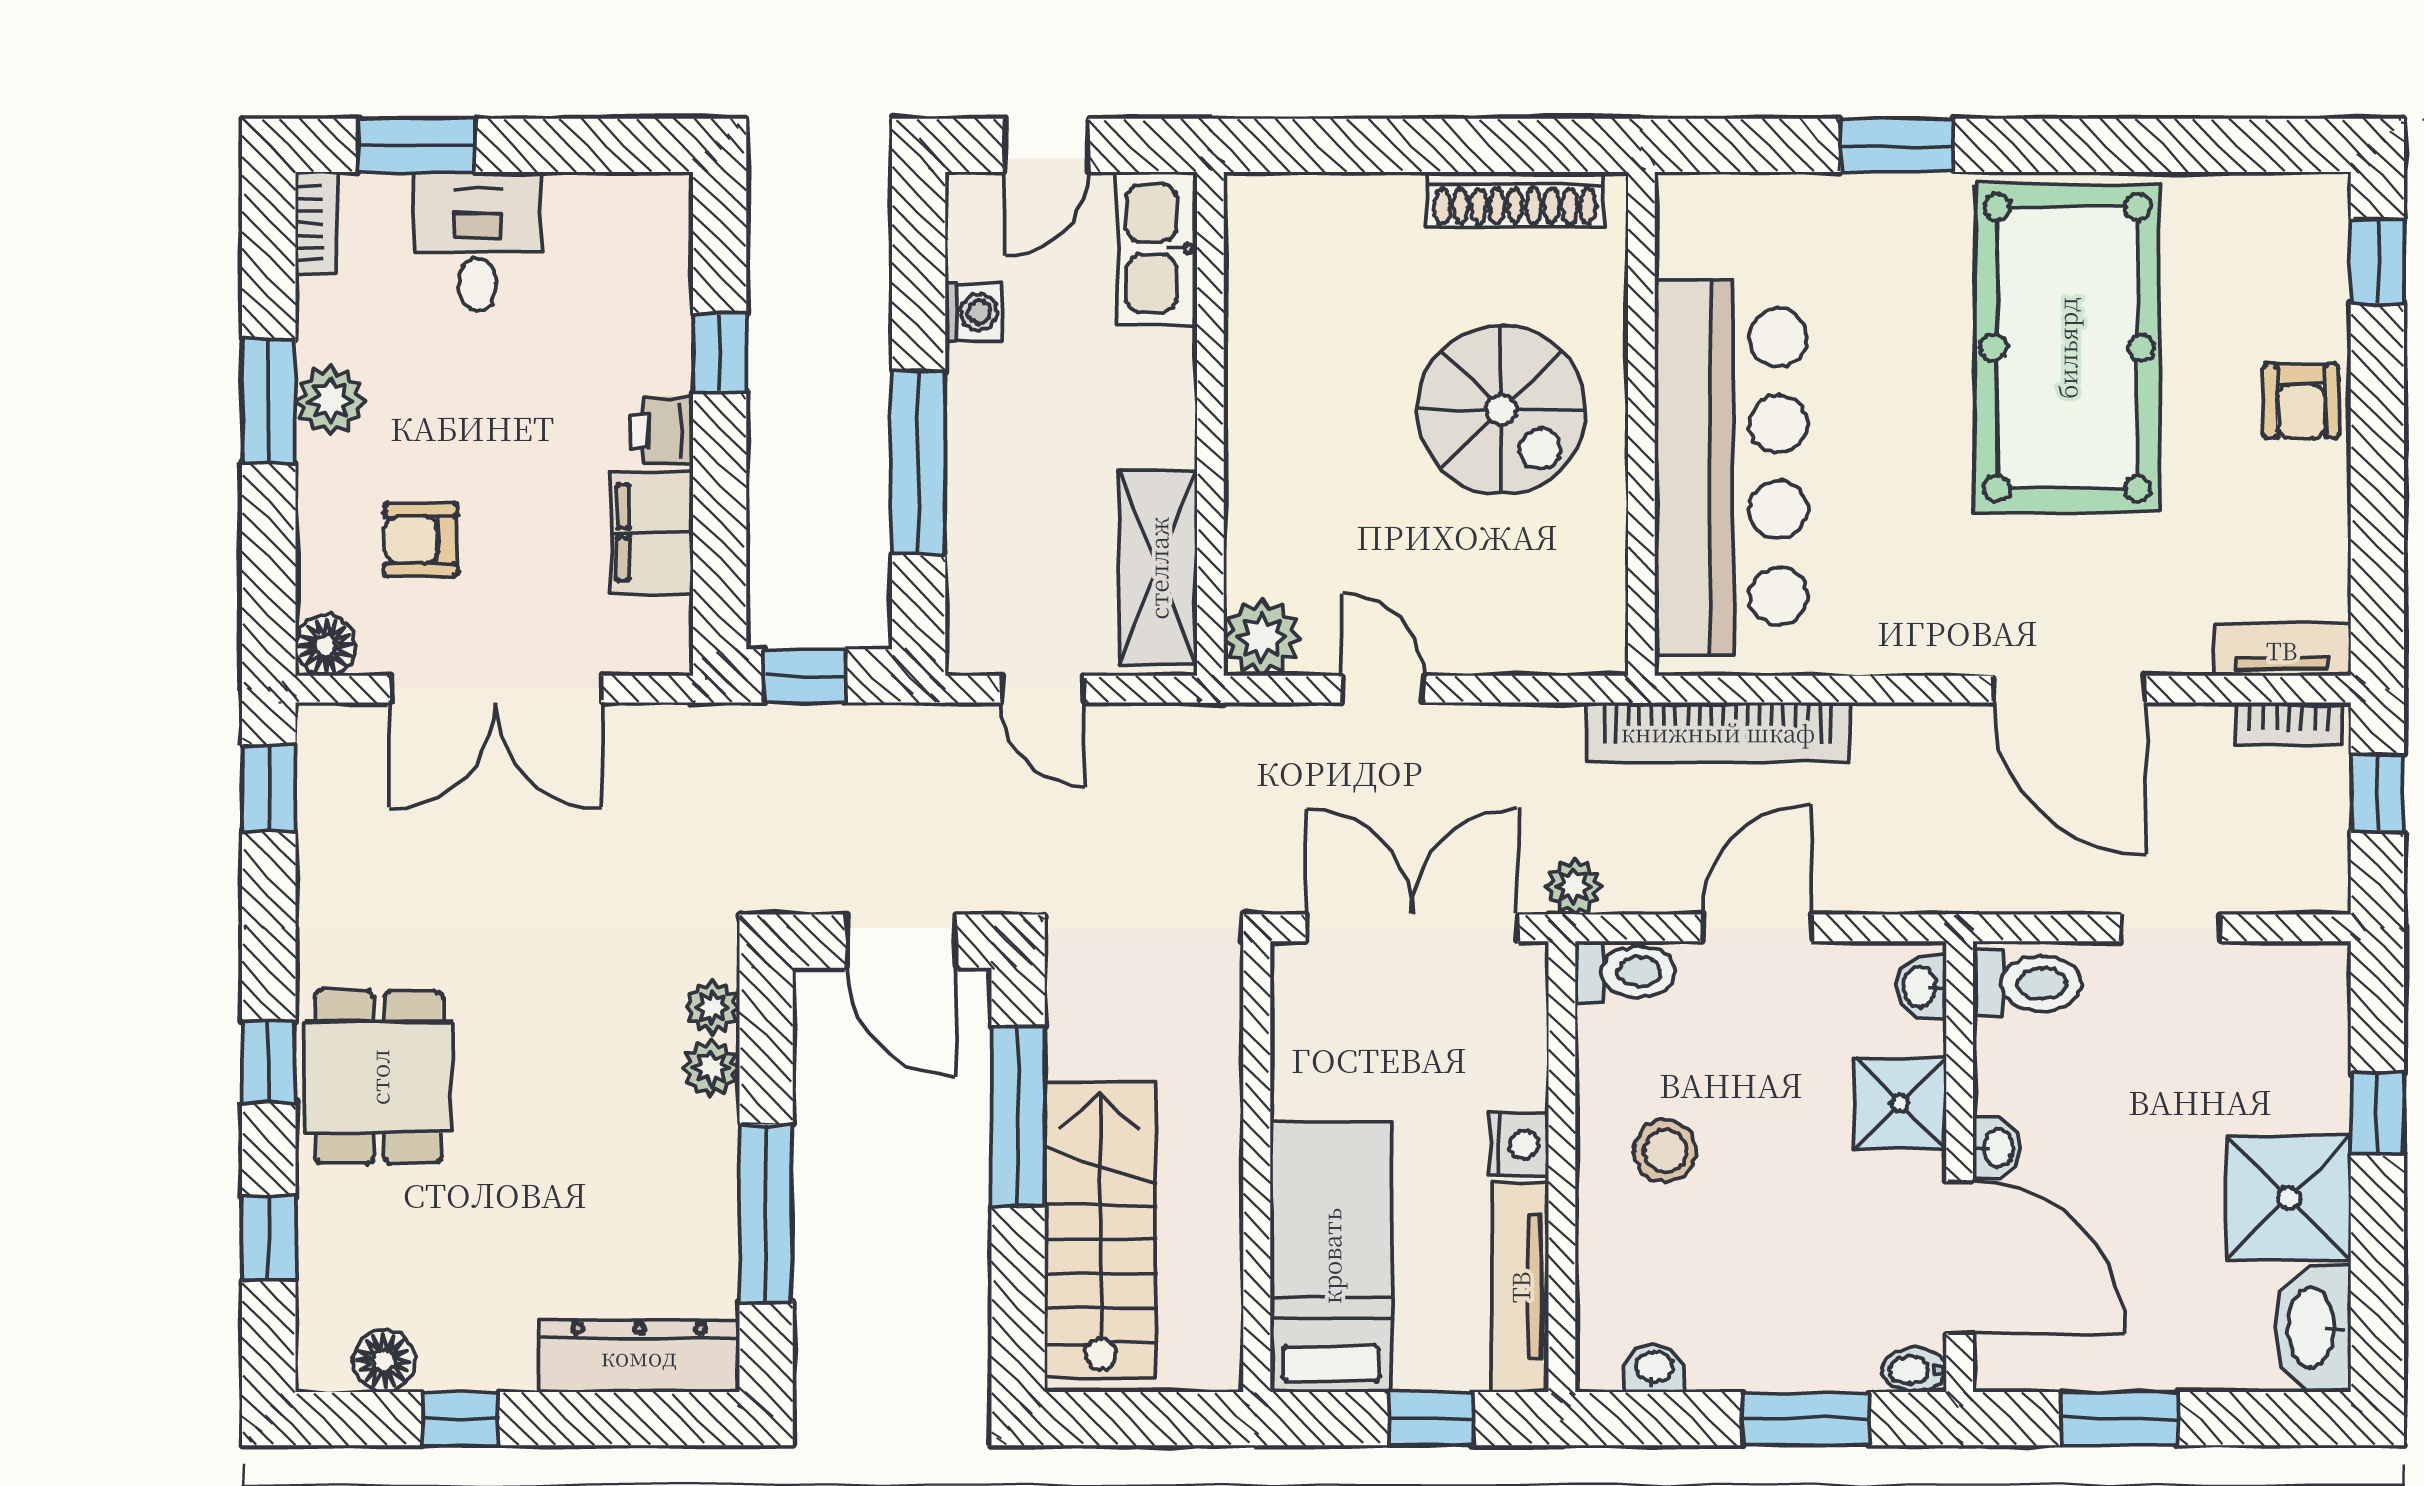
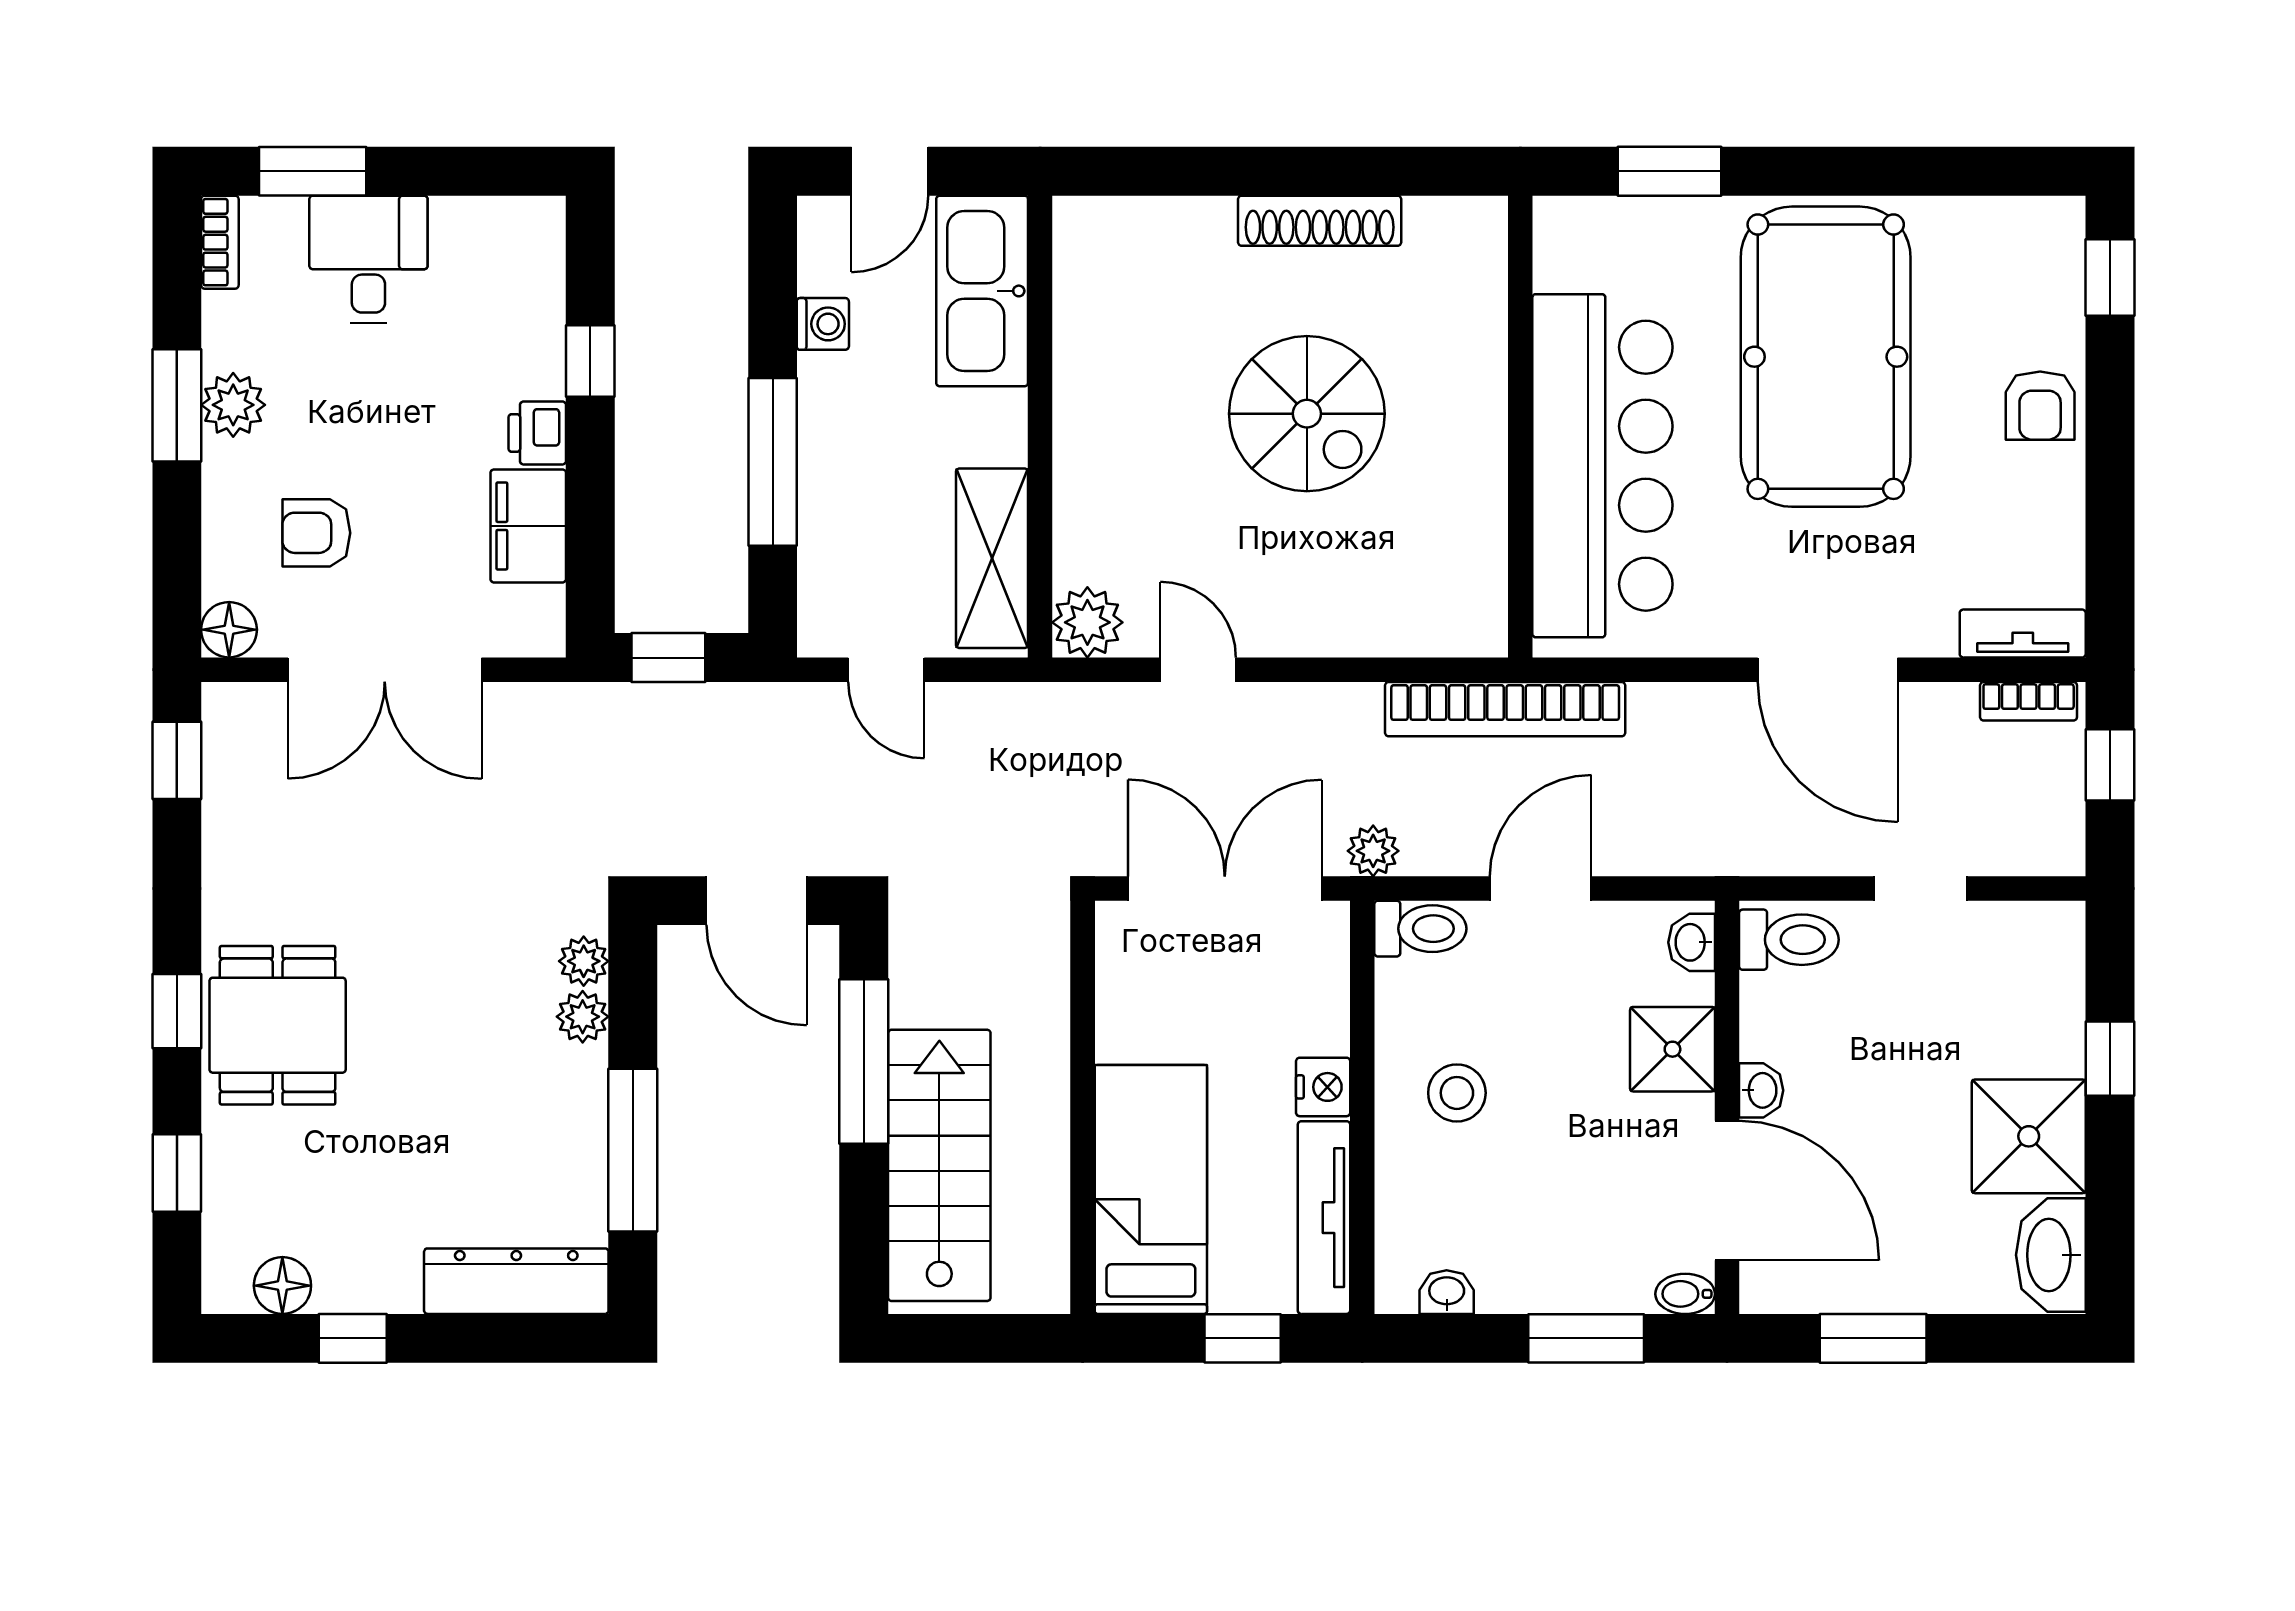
kitchen sink: (1157, 248) -> (982, 291), width x1.36, depth x1.24
wall: (1641, 424) -> (1520, 427), moved
bar counter: (1731, 467) -> (1602, 466), moved

